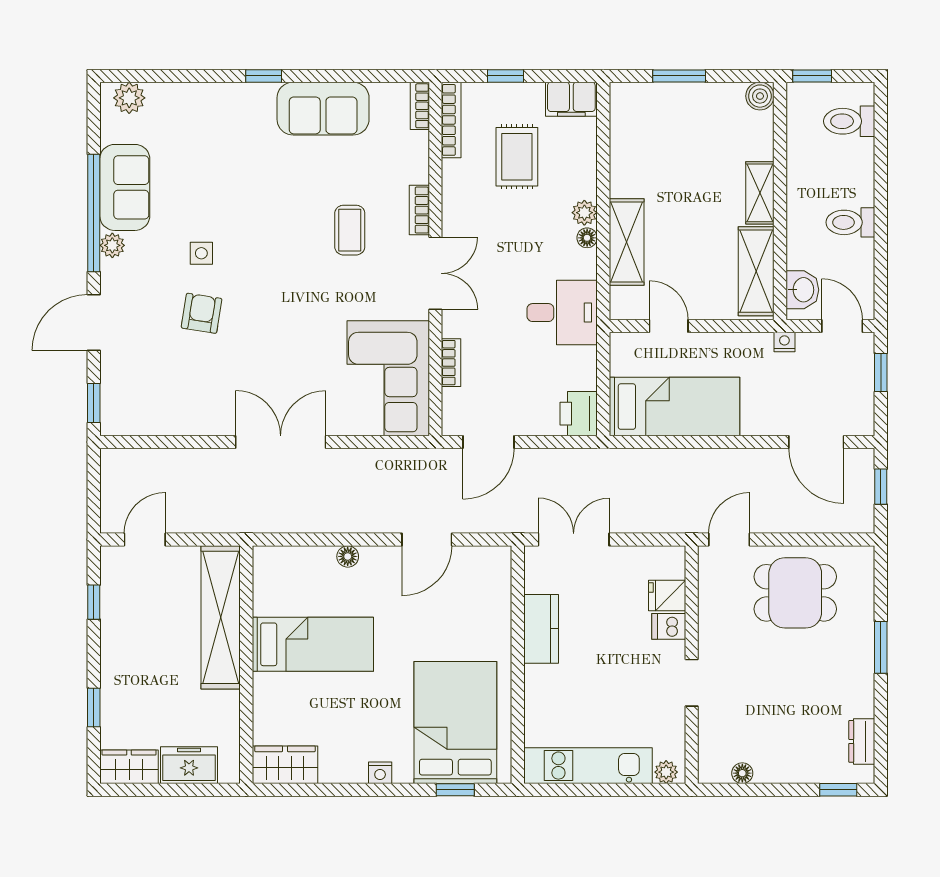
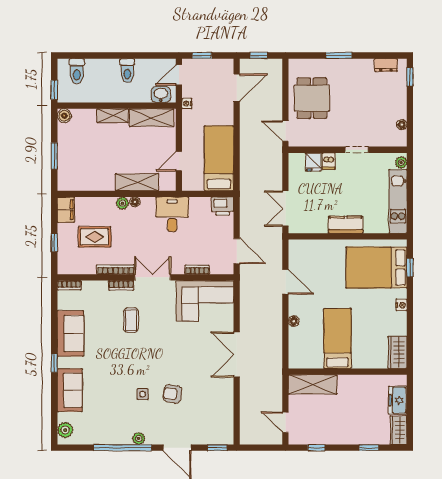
bookcase: (451, 120) -> (116, 270), moved
sofa: (125, 187) -> (70, 390), moved, turned 90
coffee table: (350, 230) -> (131, 320), turned 90
shelving: (221, 617) -> (313, 384), width x0.68
kitchen counter: (541, 629) -> (346, 225), moved

